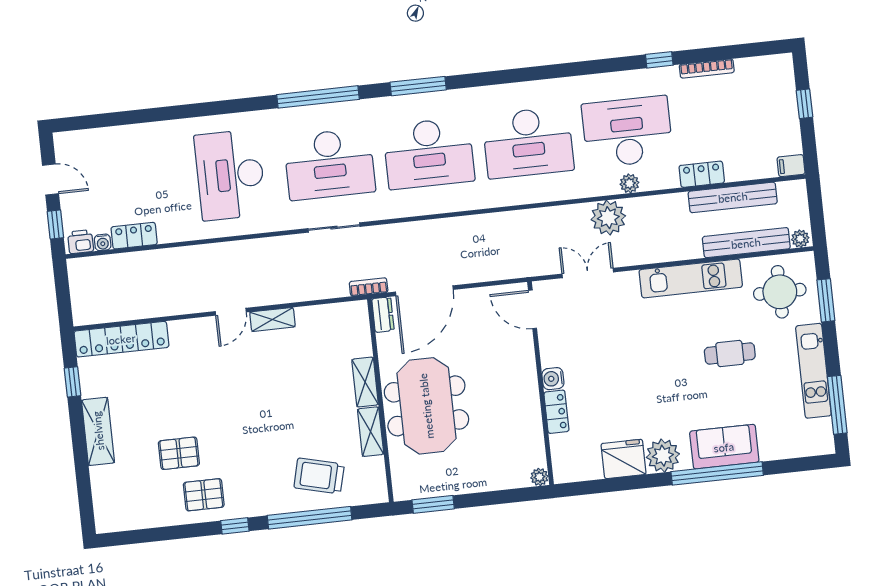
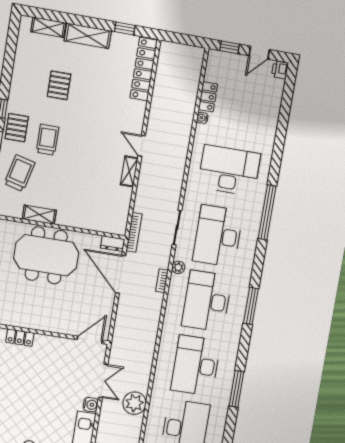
window: (547, 72) -> (237, 389), added
window: (318, 97) -> (267, 212), moved
plant: (629, 183) -> (178, 267), moved
bookcase: (417, 228) -> (162, 281), added
printer: (81, 242) -> (280, 70), moved, turned 180
water cooler: (103, 242) -> (202, 118), moved
bookcase: (369, 287) -> (134, 232), width x1.56
water cooler: (553, 379) -> (91, 405), moved, turned 90
shelving: (365, 382) -> (48, 27), moved
trolley: (260, 449) -> (47, 140), added
pallet: (204, 495) -> (17, 128), moved

